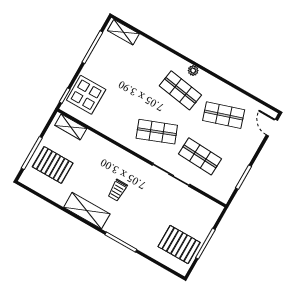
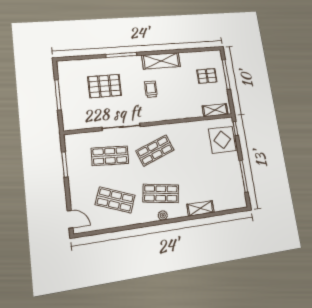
shelving: (123, 32) -> (201, 208), moved
shop shelf: (224, 115) -> (115, 200), turned 39
pallet: (53, 165) -> (207, 76), width x0.67, depth x0.71
pallet: (179, 244) -> (105, 86), moved

